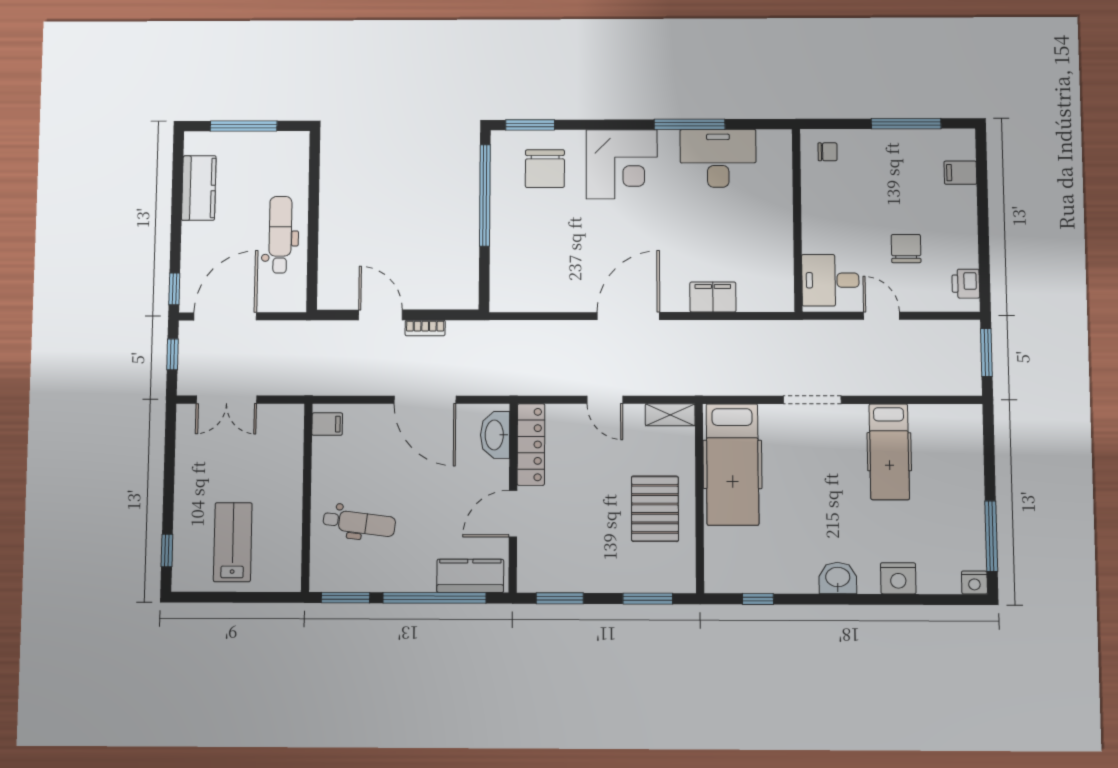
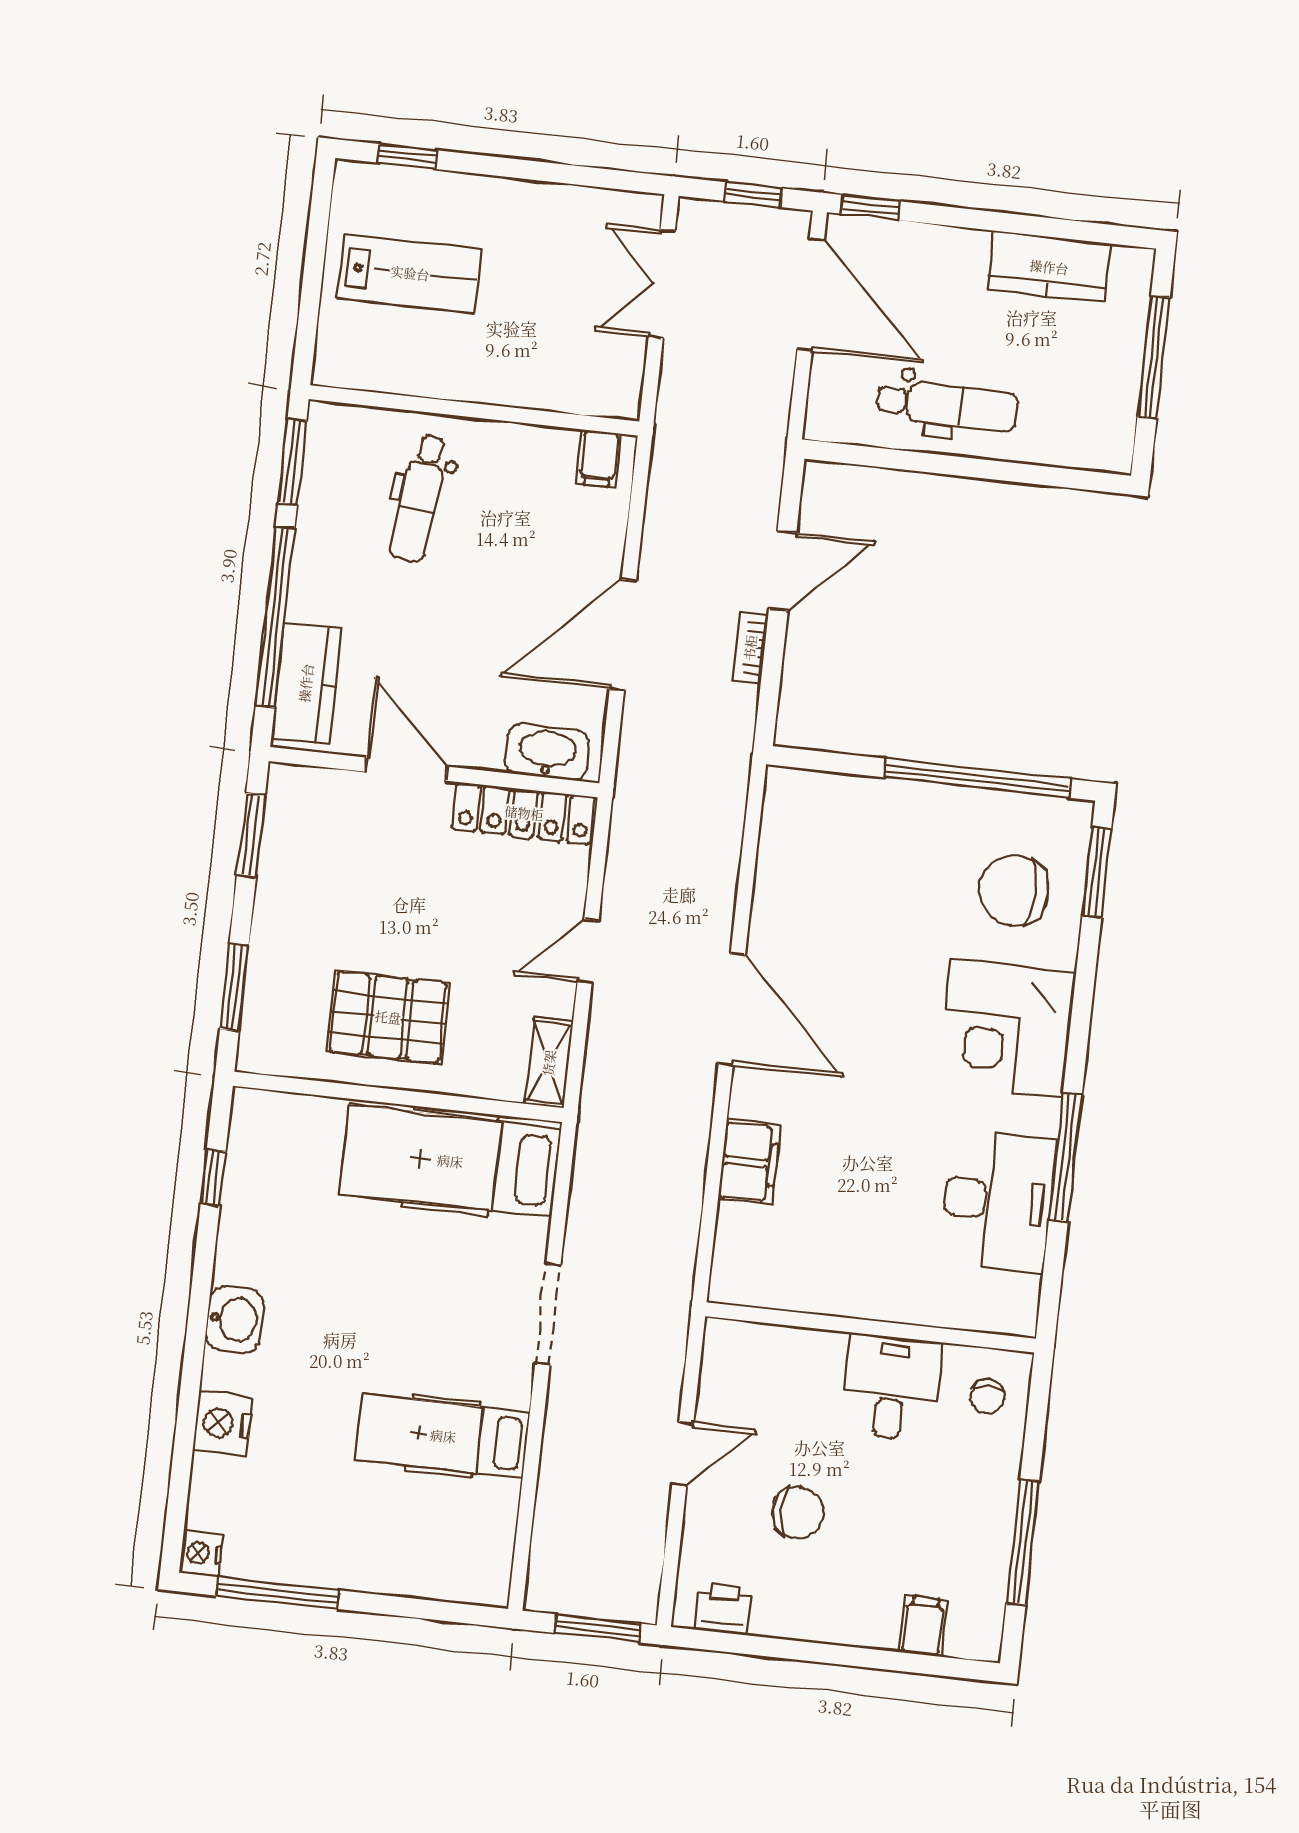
desk: (830, 280) -> (891, 1387), moved

